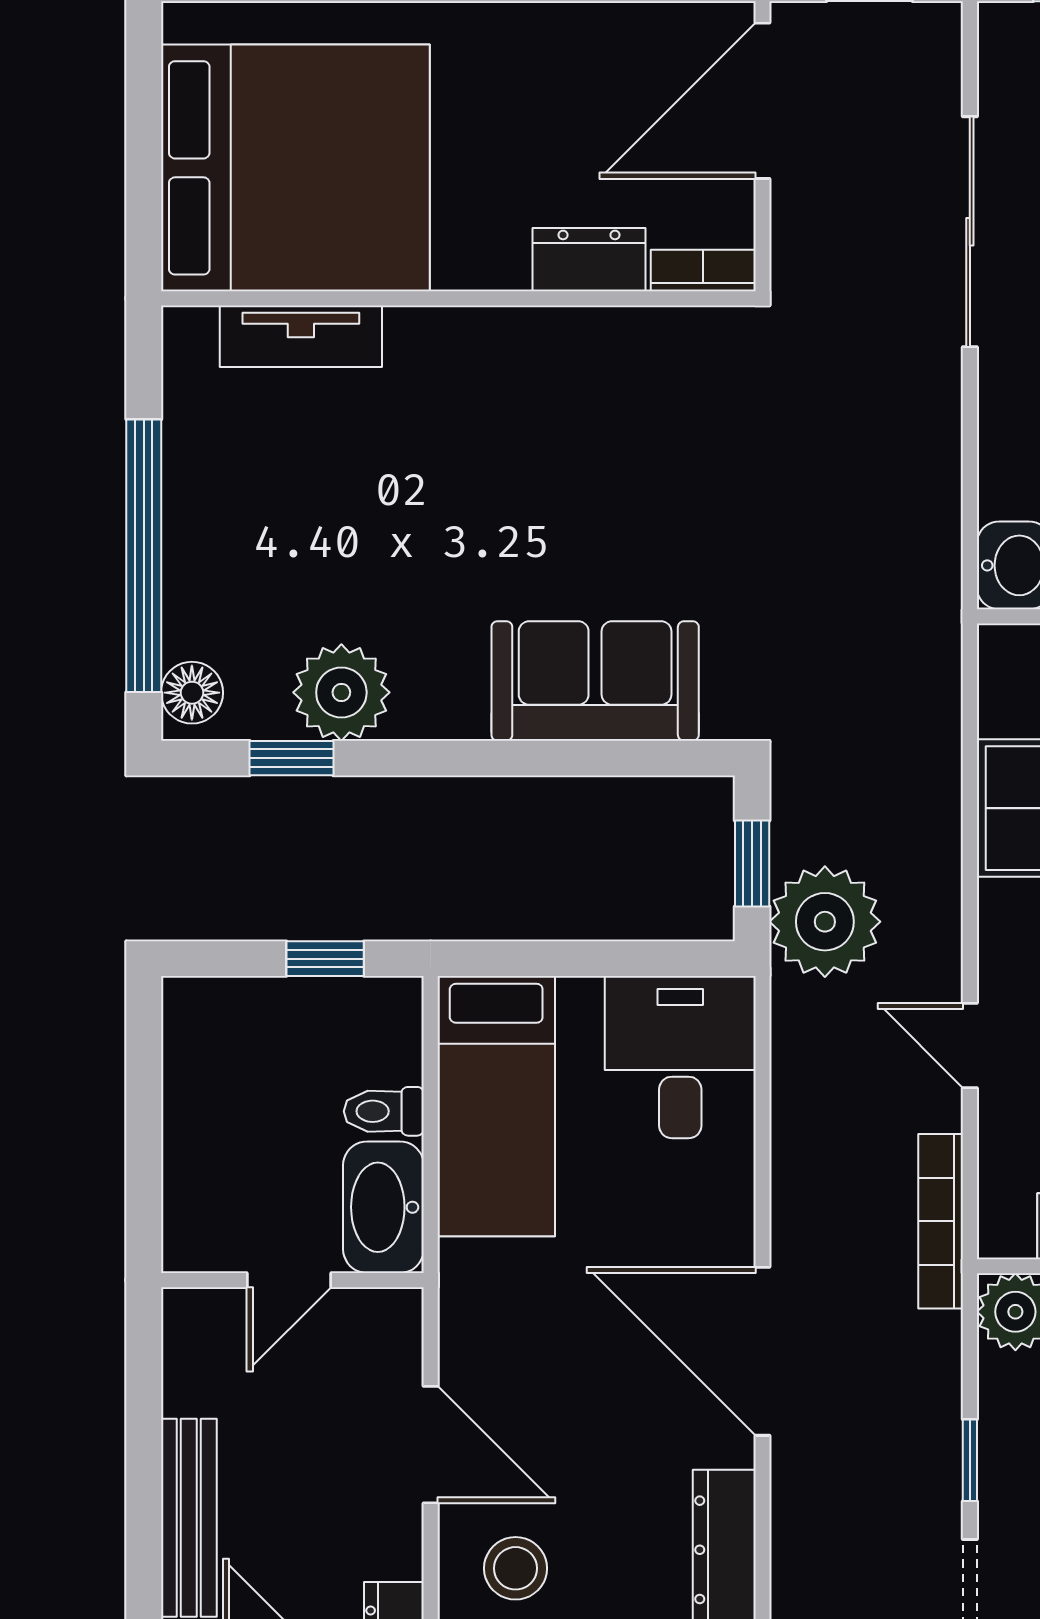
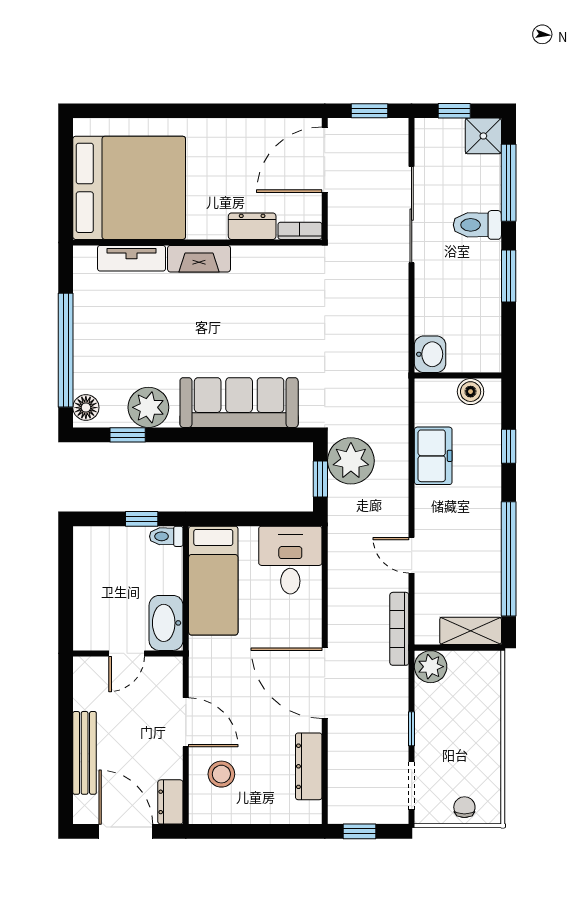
fireplace: (462, 337) -> (199, 259), added
sofa: (595, 681) -> (239, 403), width x1.36
plant: (825, 922) -> (351, 461), moved
toilet: (384, 1111) -> (166, 536), moved

